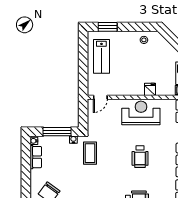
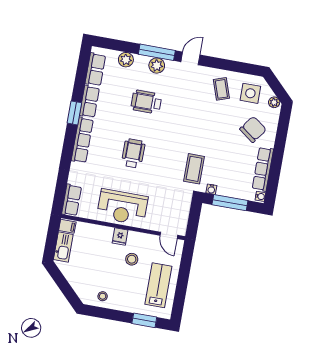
stool: (126, 73) -> (132, 259), added
fridge: (150, 89) -> (120, 237), moved
door: (100, 97) -> (169, 235), swing flipped
row of seats: (36, 157) -> (263, 169), width x1.48

